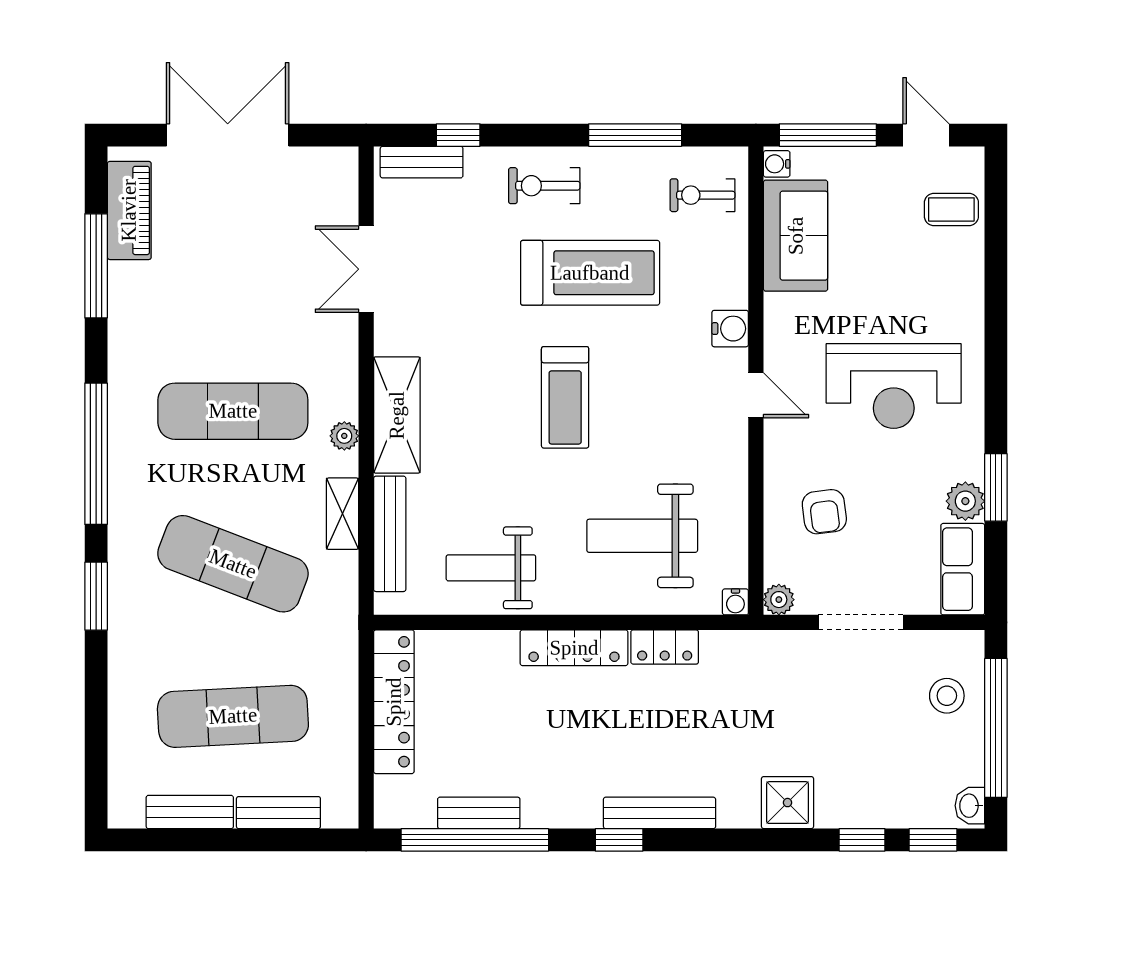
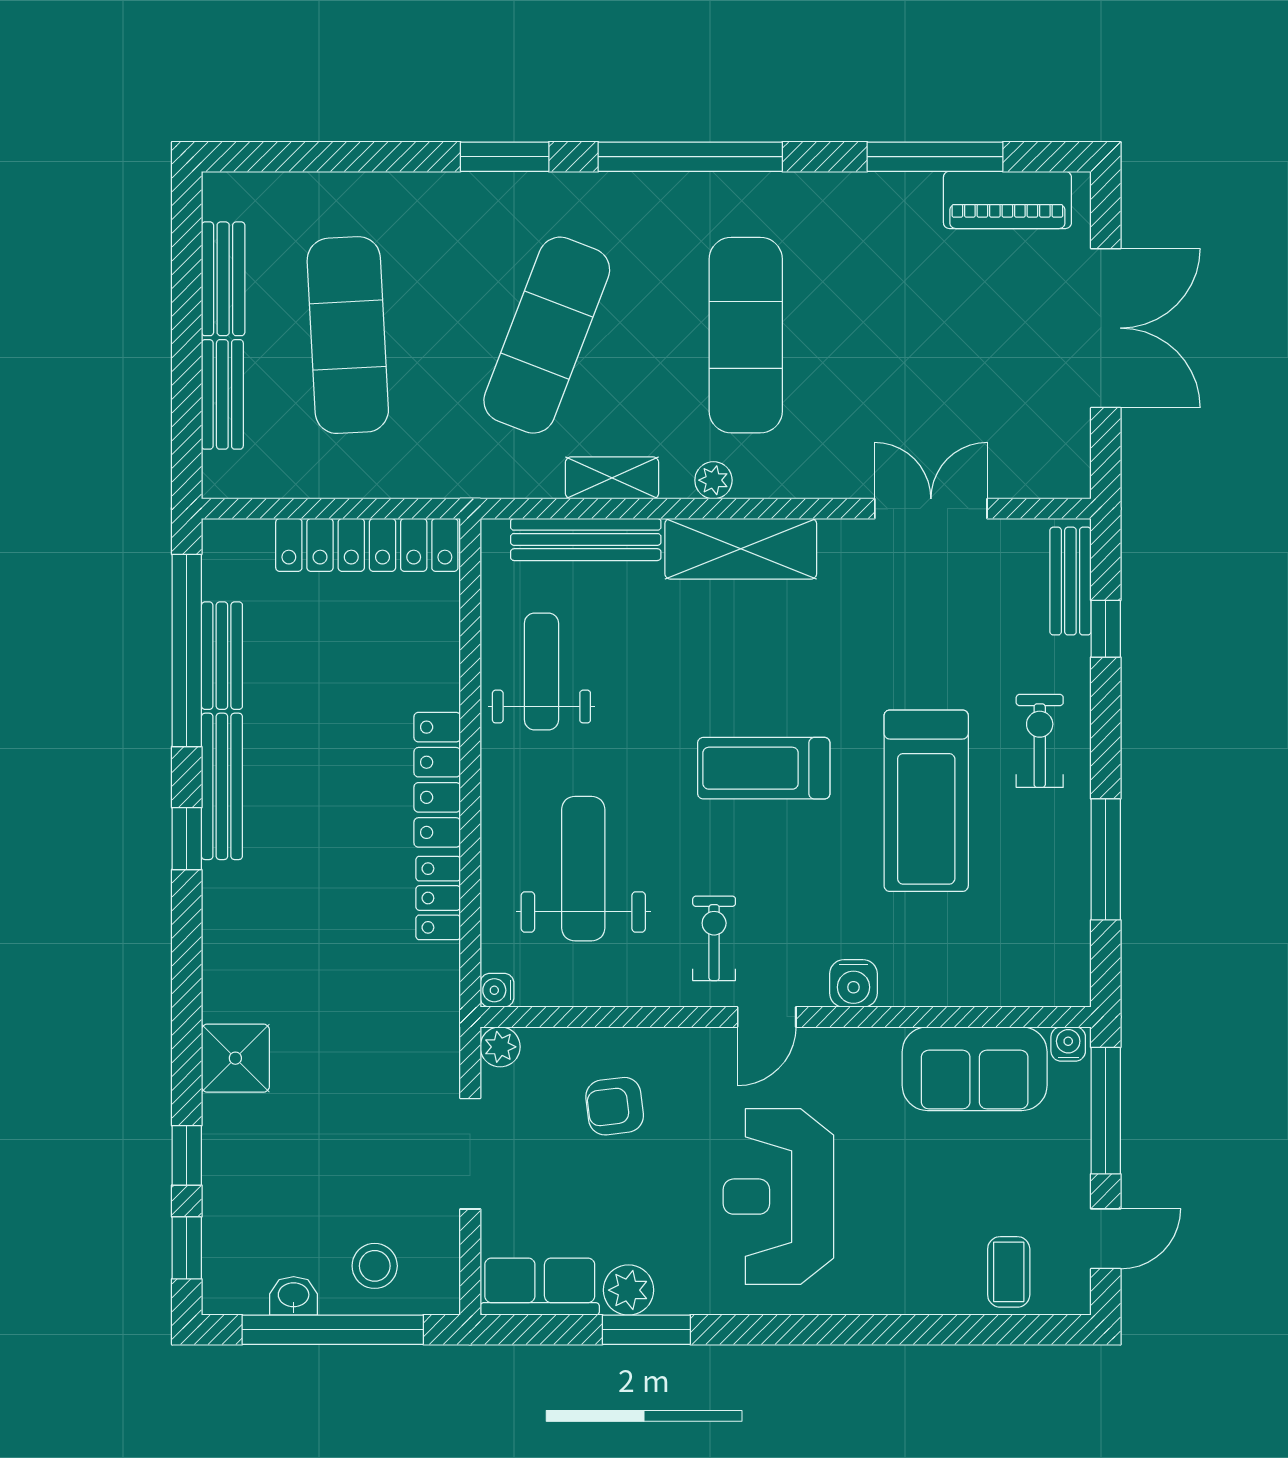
exercise bike: (702, 195) -> (714, 938), moved
washbasin: (970, 806) -> (294, 1296), moved
bench: (660, 813) -> (222, 786), moved

